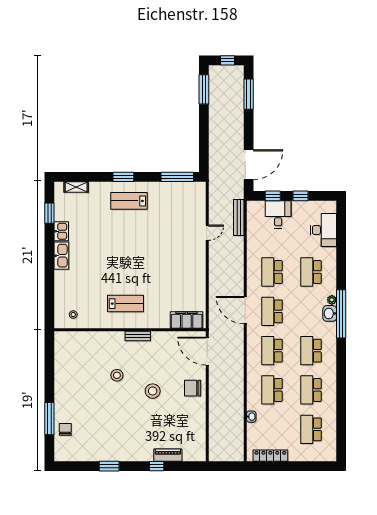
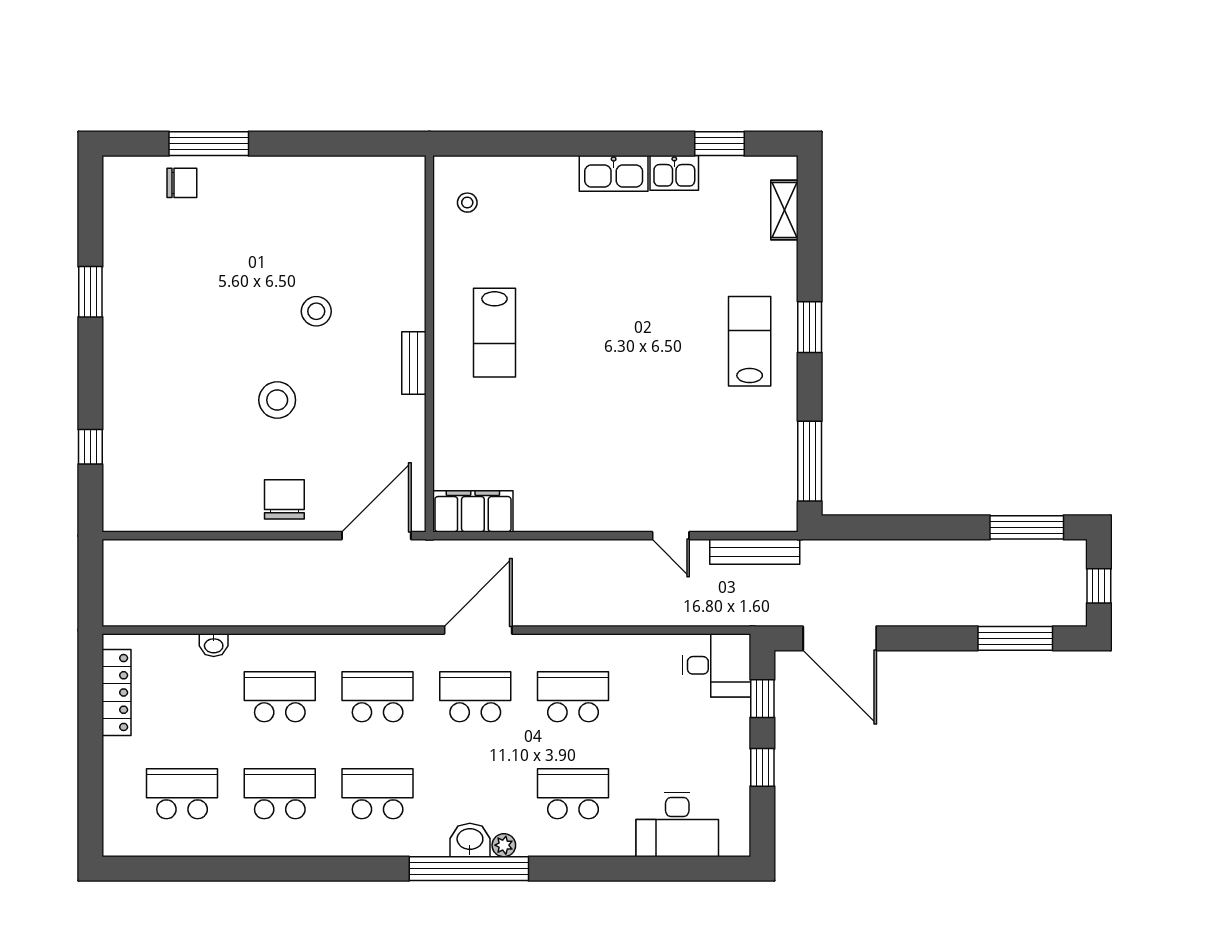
desk: (278, 214) -> (716, 665), moved
bench: (239, 218) -> (755, 552), moved
filing cabinet: (187, 320) -> (473, 511), moved, turned -90
piano: (168, 455) -> (118, 438), removed
window: (157, 466) -> (90, 447), moved

